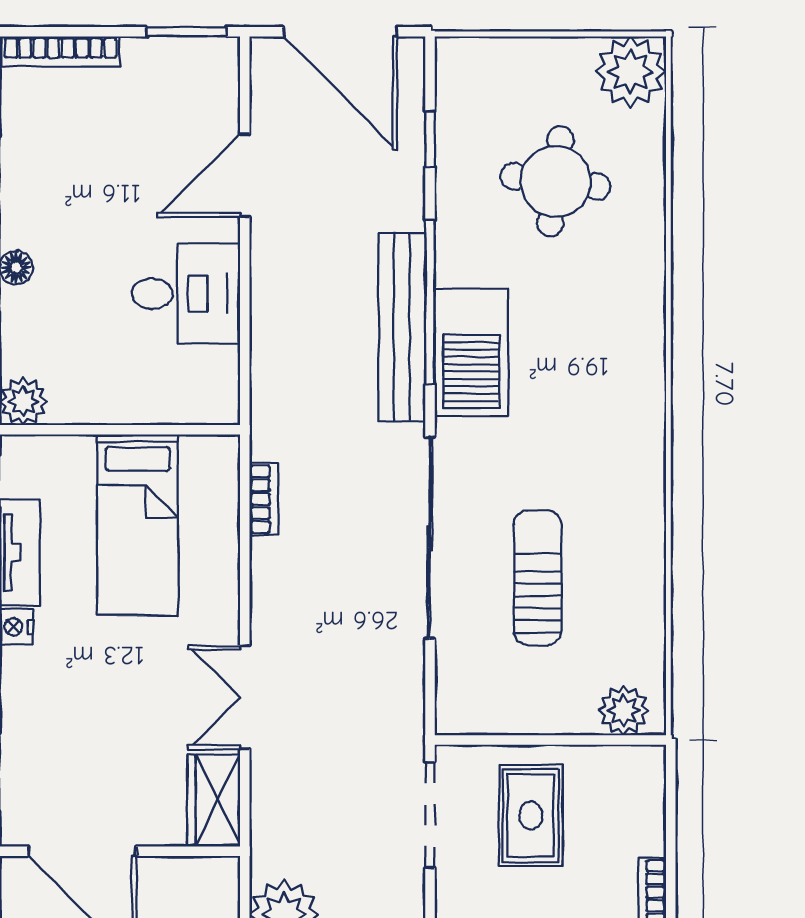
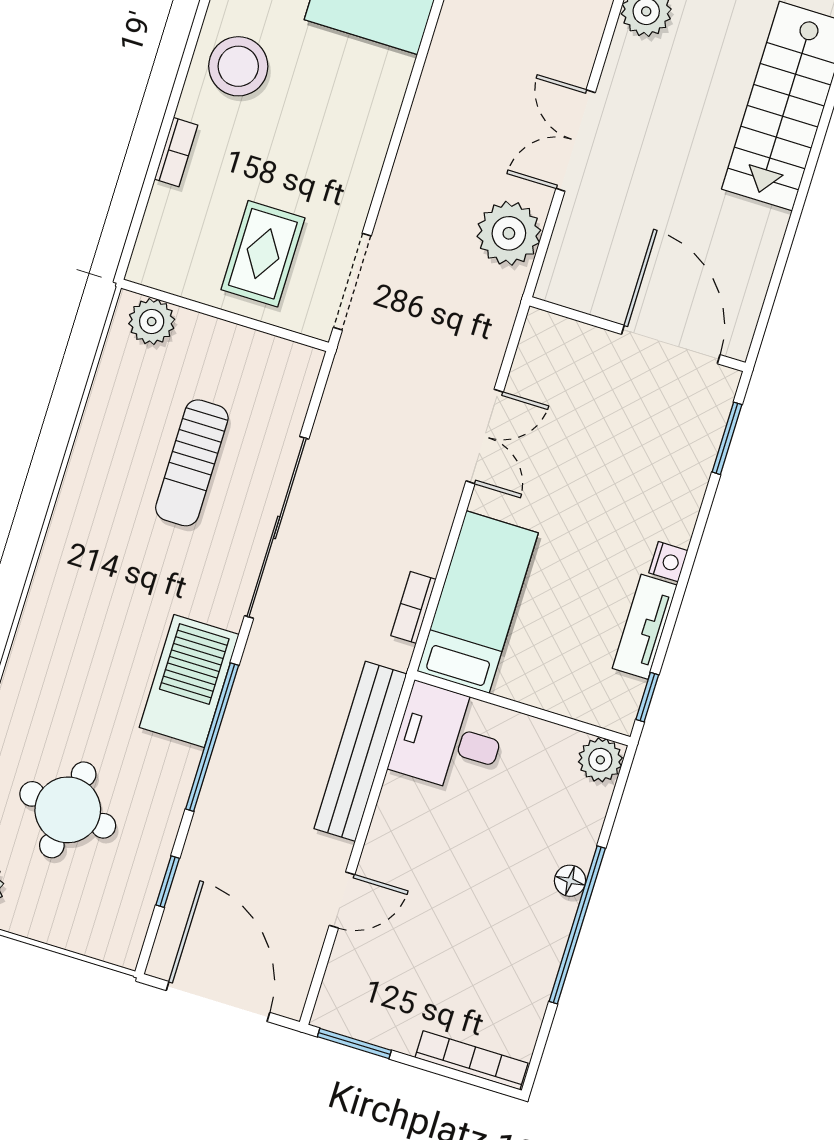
door: (245, 175) -> (342, 900), width x0.73
desk: (186, 294) -> (449, 739), moved
bench: (402, 327) -> (360, 751), moved
bed: (138, 525) -> (478, 602), moved
wardrobe: (214, 800) -> (540, 354), removed

